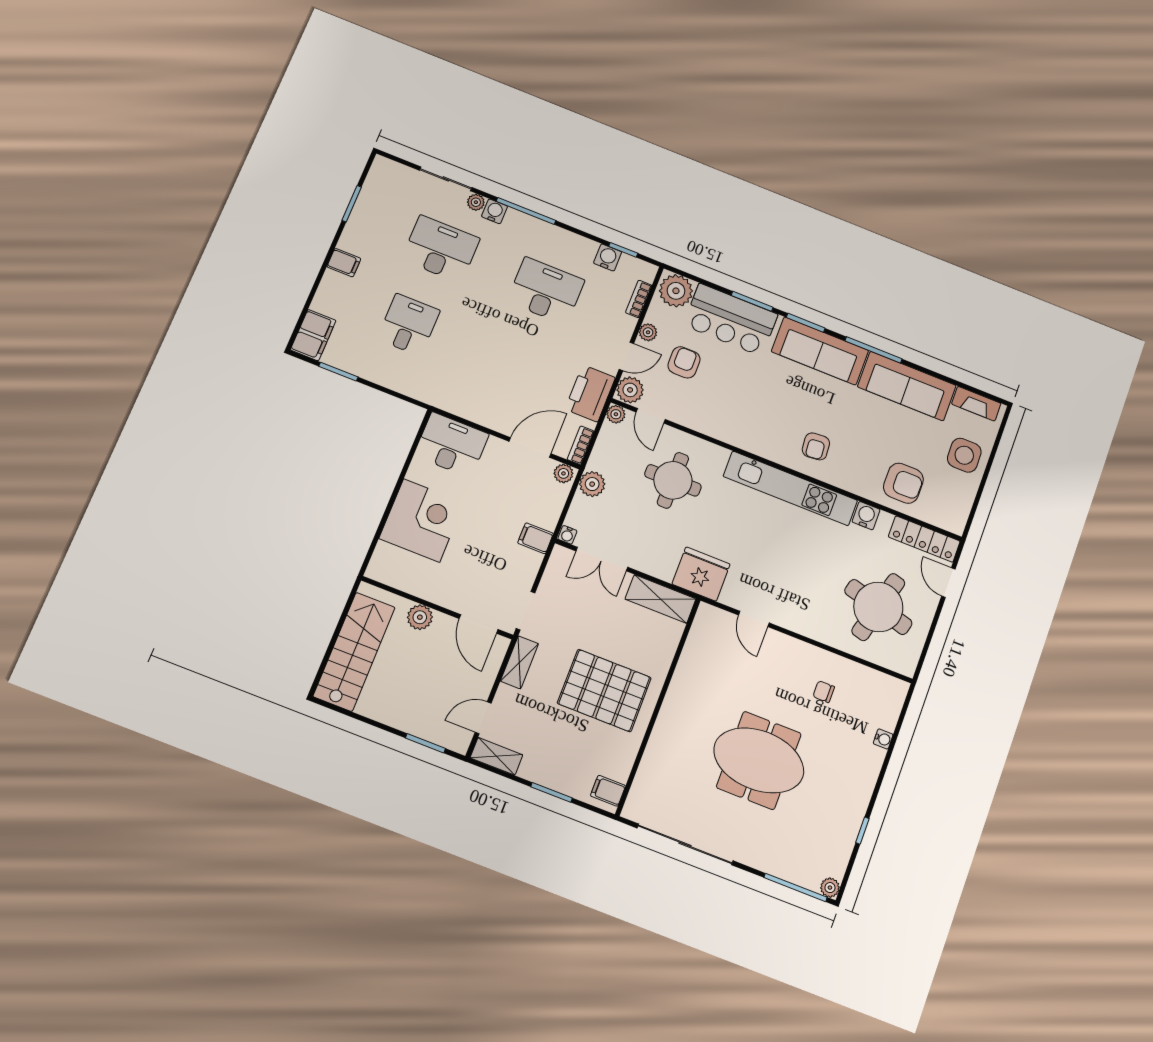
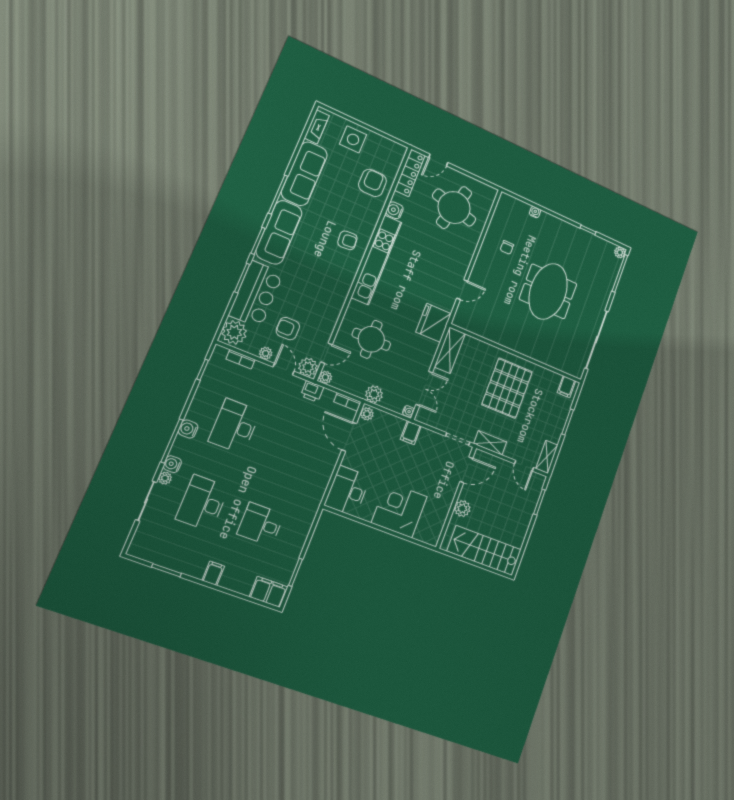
water cooler: (608, 257) -> (188, 429), moved
printer: (590, 393) -> (312, 391), width x0.53, depth x0.68

